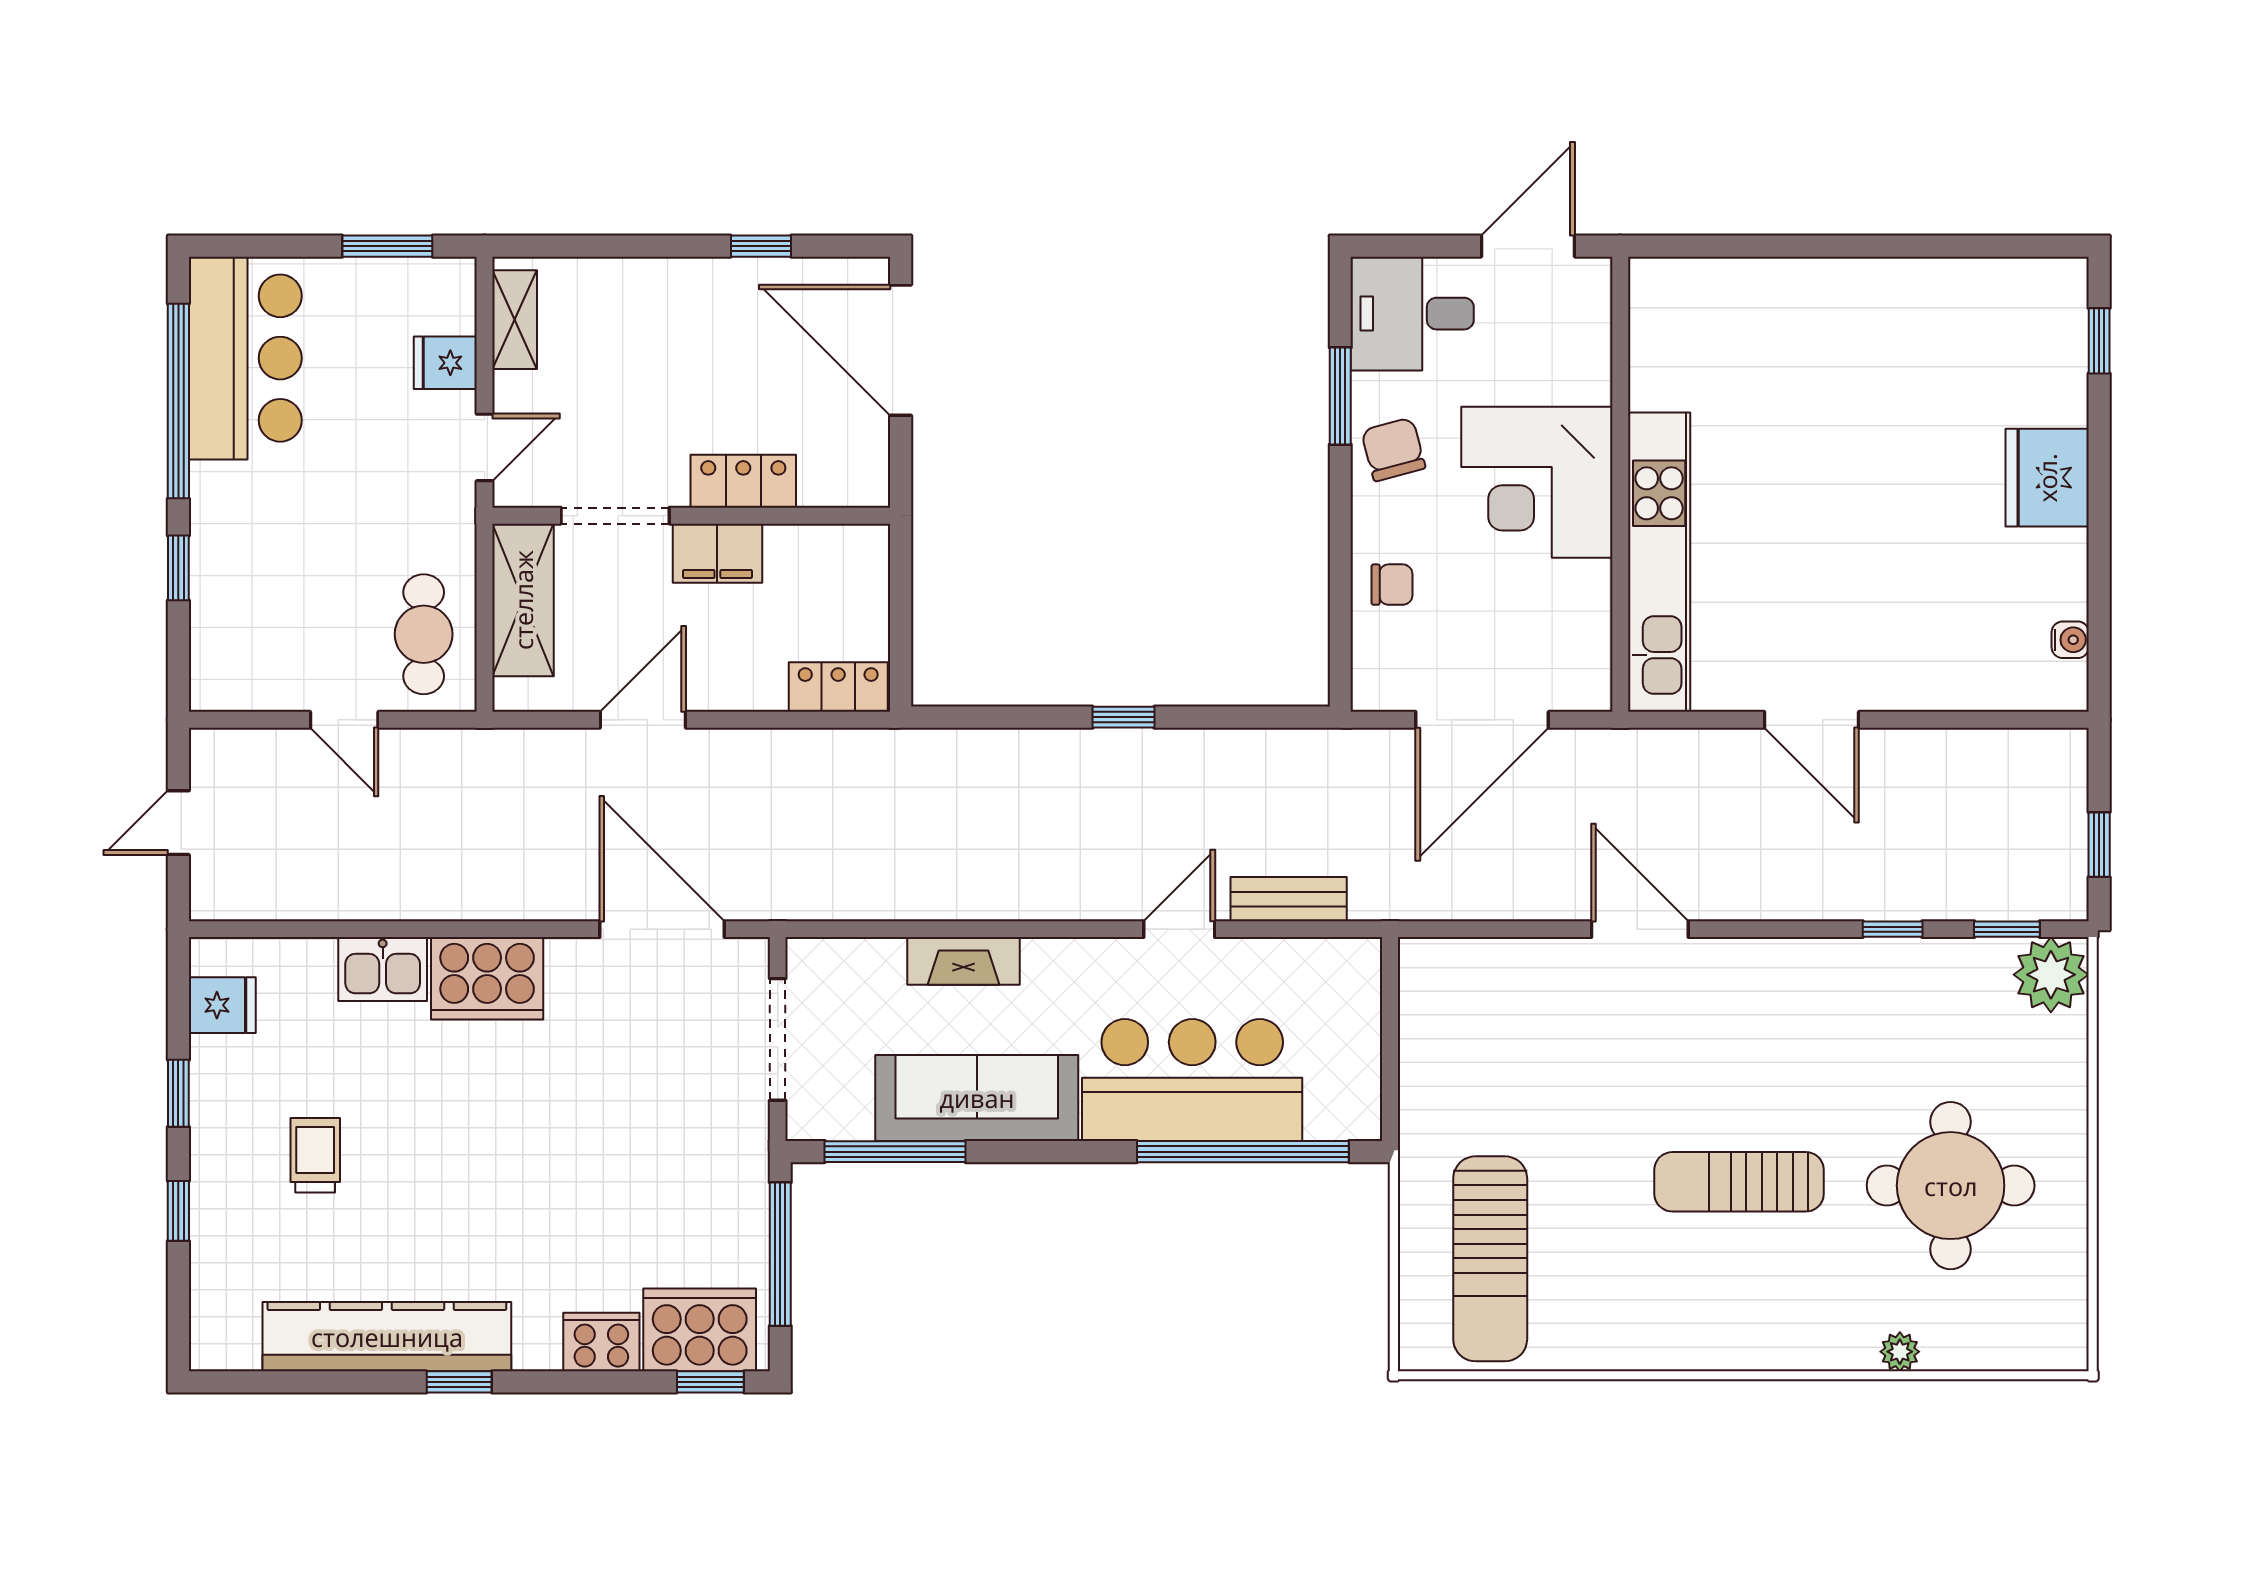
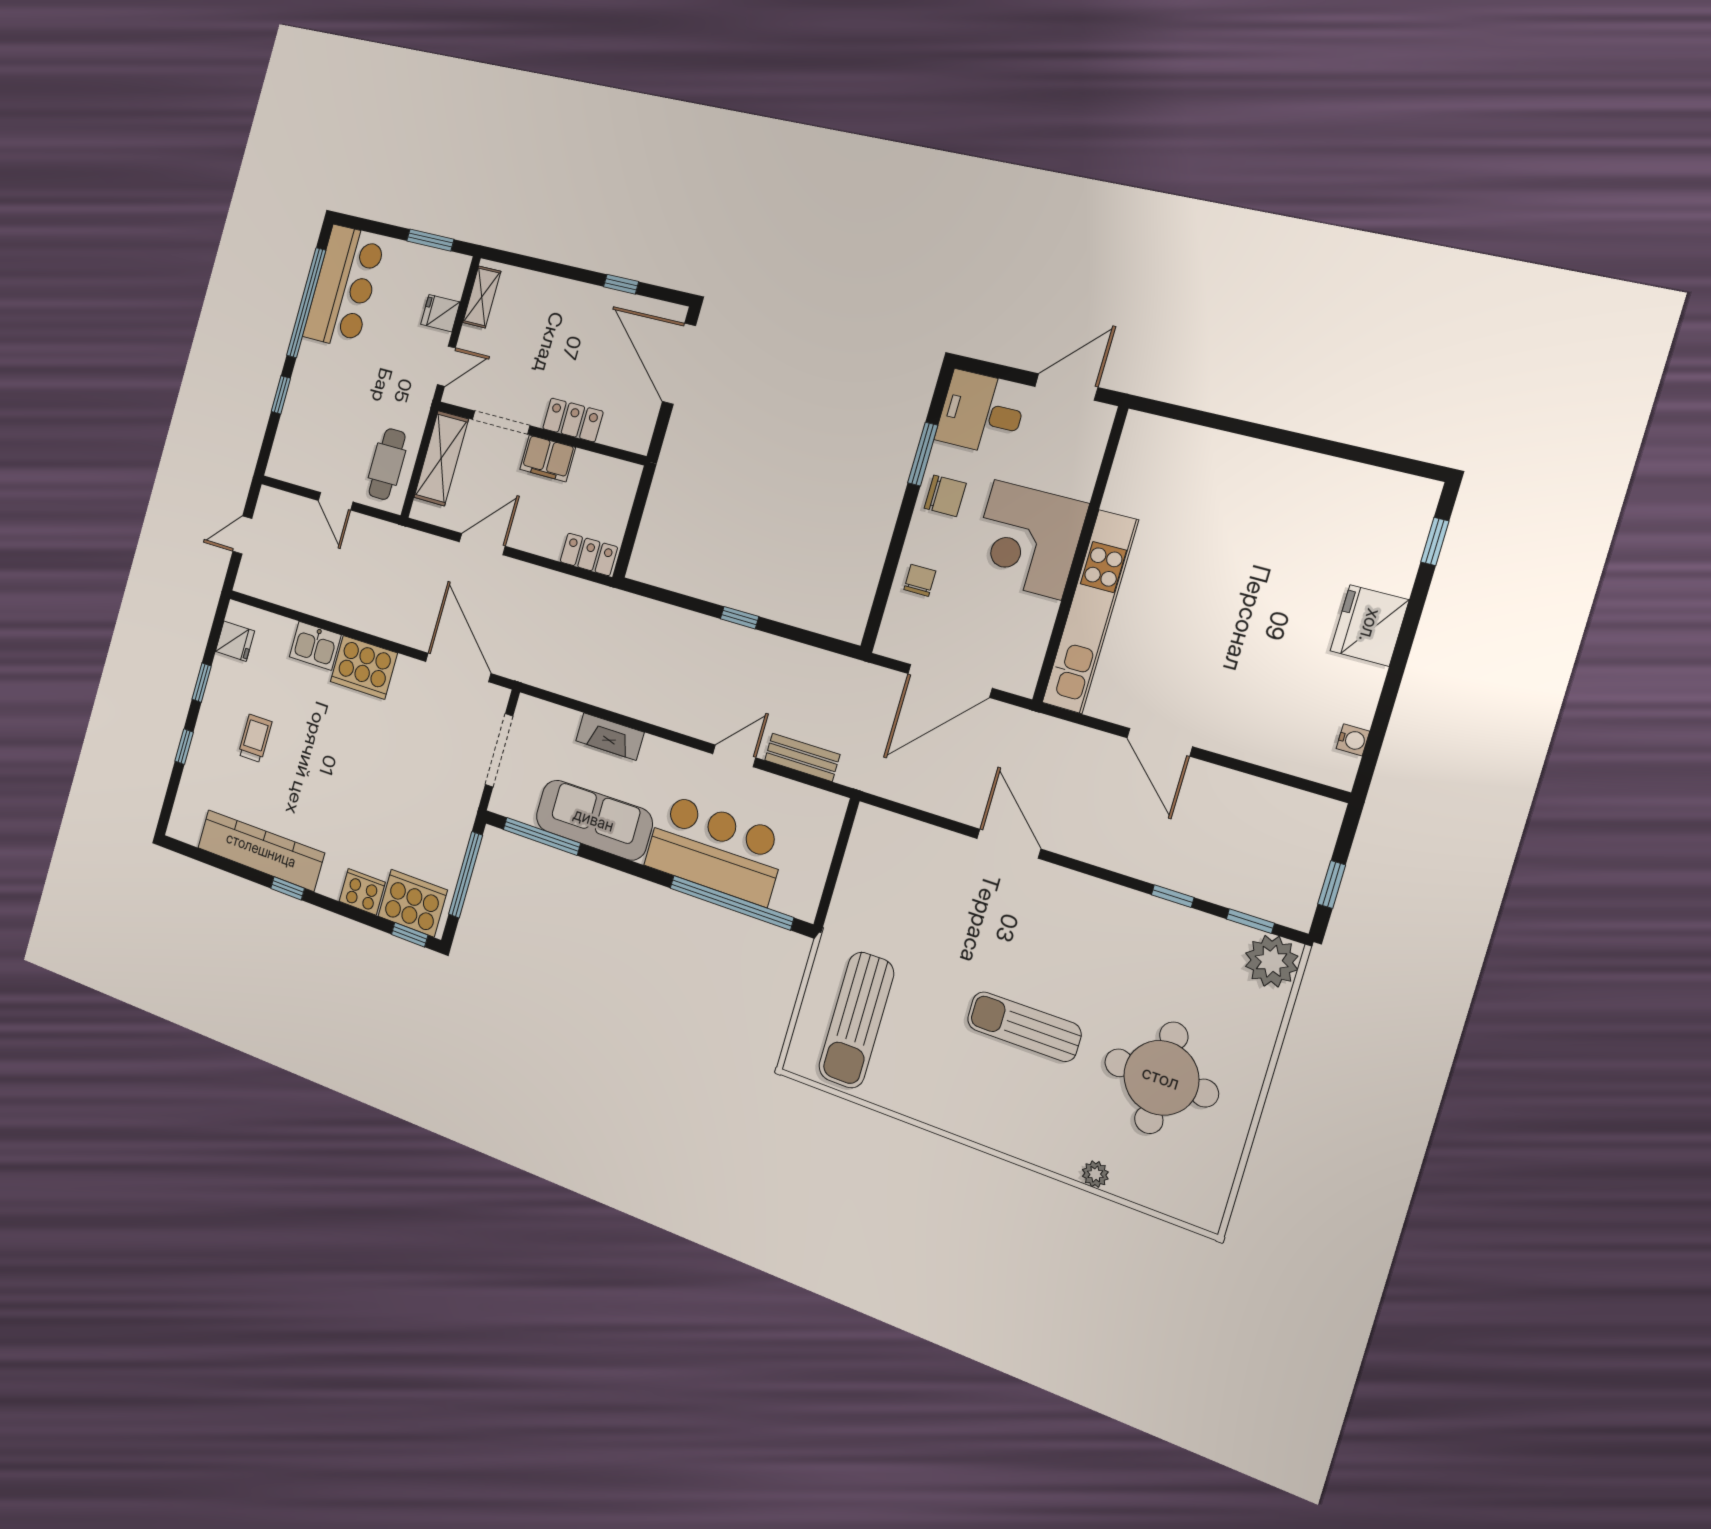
chair: (1393, 449) -> (945, 496), turned 105
chair: (1392, 585) -> (920, 580), turned -90

